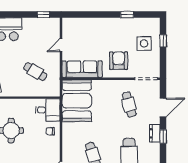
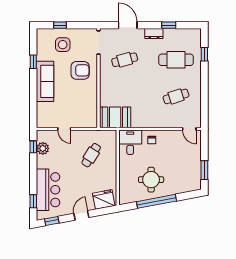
plant: (42, 24) -> (43, 148), added
armchair: (119, 61) -> (80, 70), turned 180
sofa: (82, 69) -> (45, 81), moved, turned 180
booth: (77, 101) -> (115, 117), width x0.73, depth x0.70
window: (163, 137) -> (169, 25), moved

